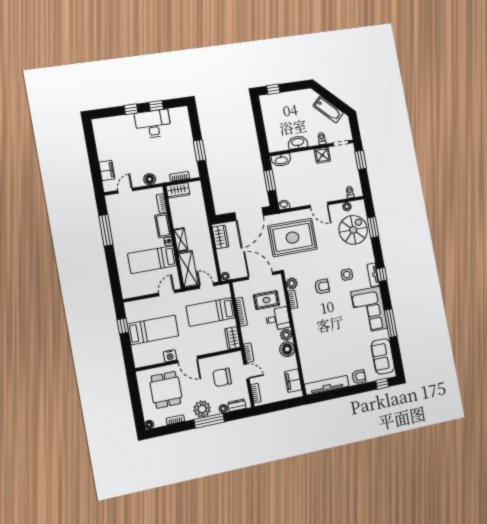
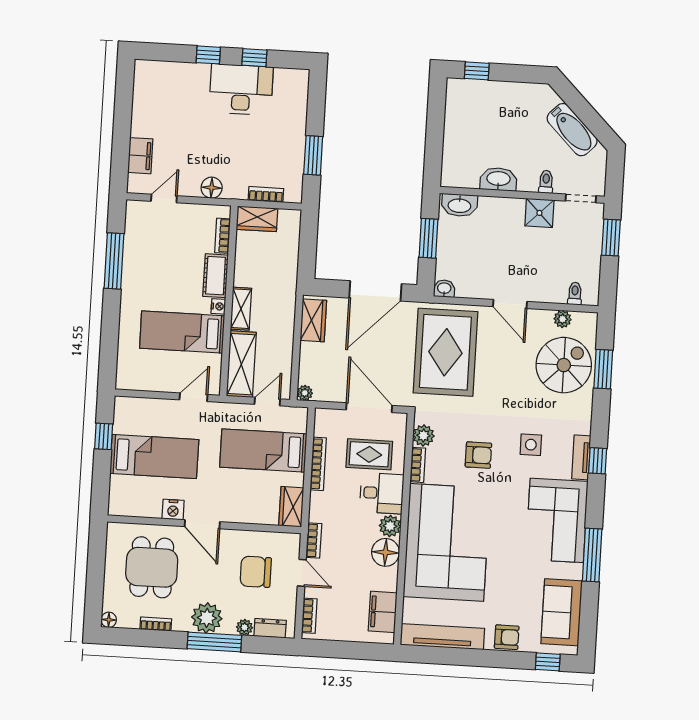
rug: (293, 238) -> (445, 352), turned 90
door: (207, 286) -> (267, 402), hinge flipped
corner sofa: (317, 336) -> (447, 542), added

